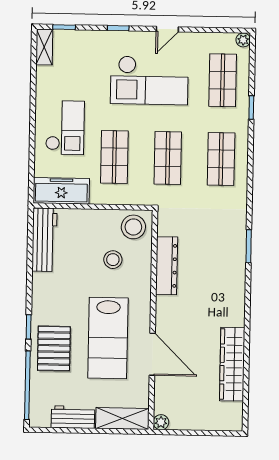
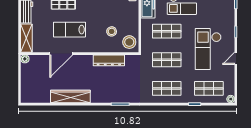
door: (167, 29) -> (236, 58), hinge flipped
lab bench: (108, 338) -> (69, 30), width x0.73, depth x0.72
wardrobe: (232, 364) -> (70, 96), moved

